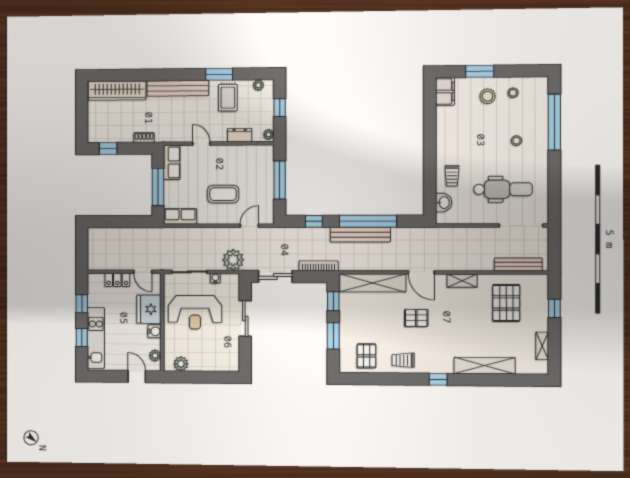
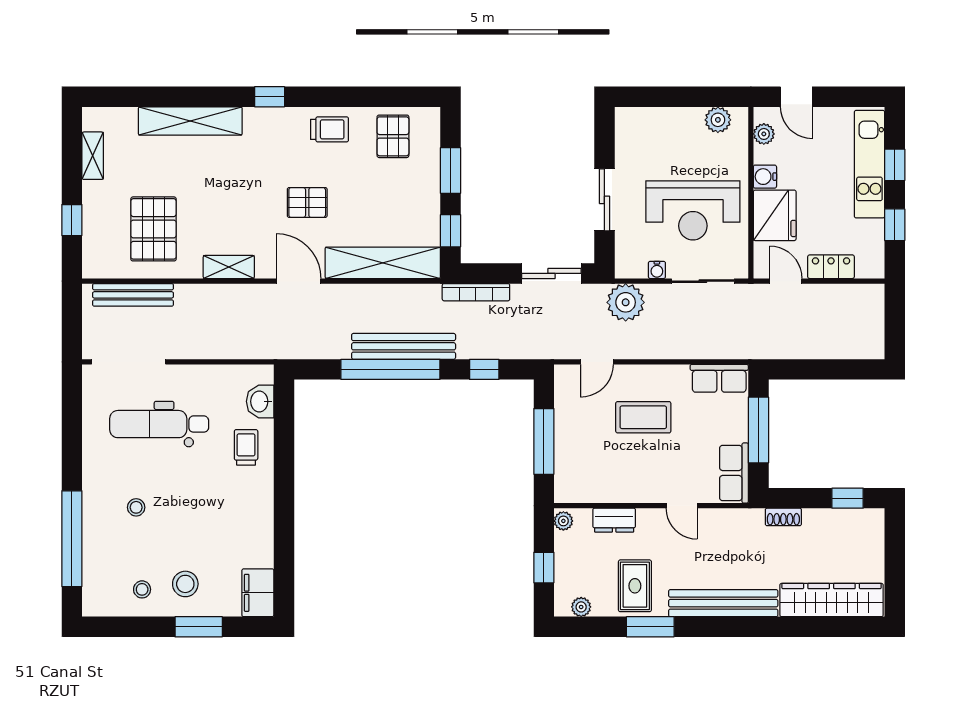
reception desk: (195, 312) -> (693, 210), turned 180

